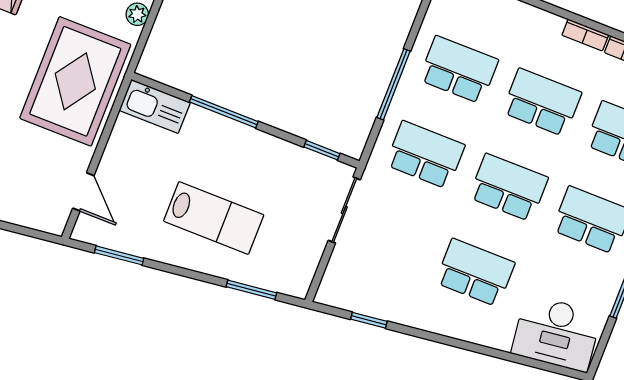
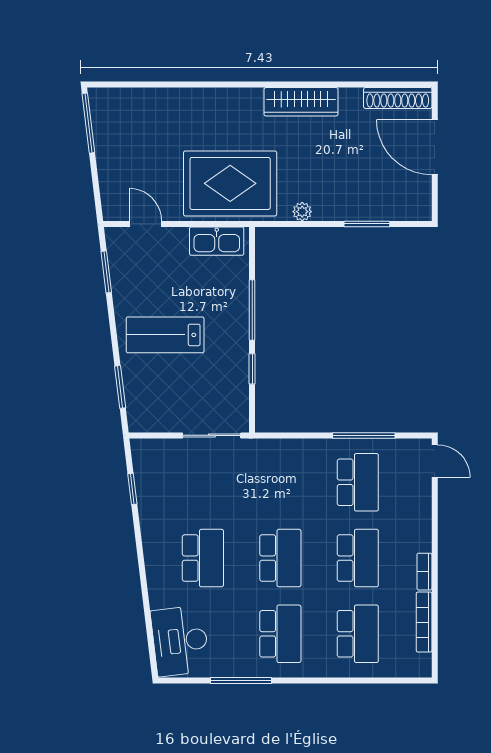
window: (394, 84) -> (364, 435), moved
kitchen sink: (155, 106) -> (217, 241), moved, turned -90
window: (322, 150) -> (252, 369), moved
school desk: (425, 155) -> (280, 482), removed
door: (83, 192) -> (145, 224), swing flipped
lab bench: (214, 218) -> (165, 335), turned 90

